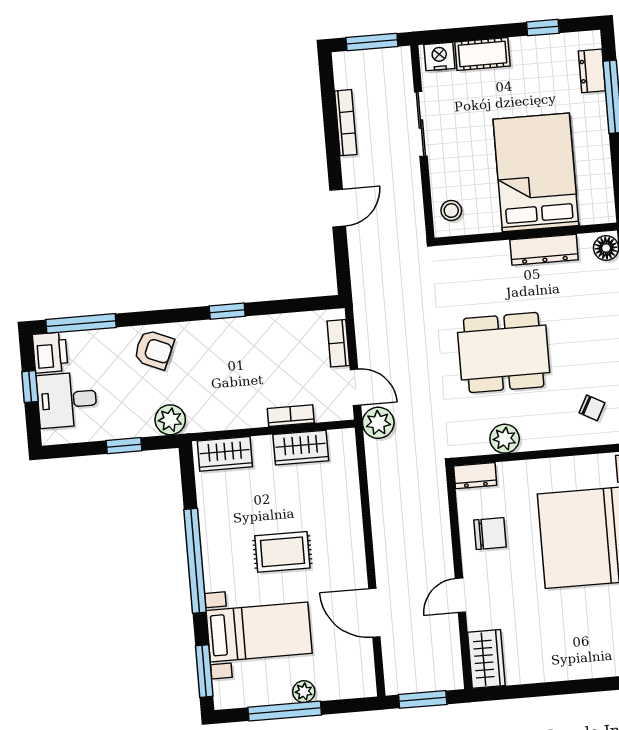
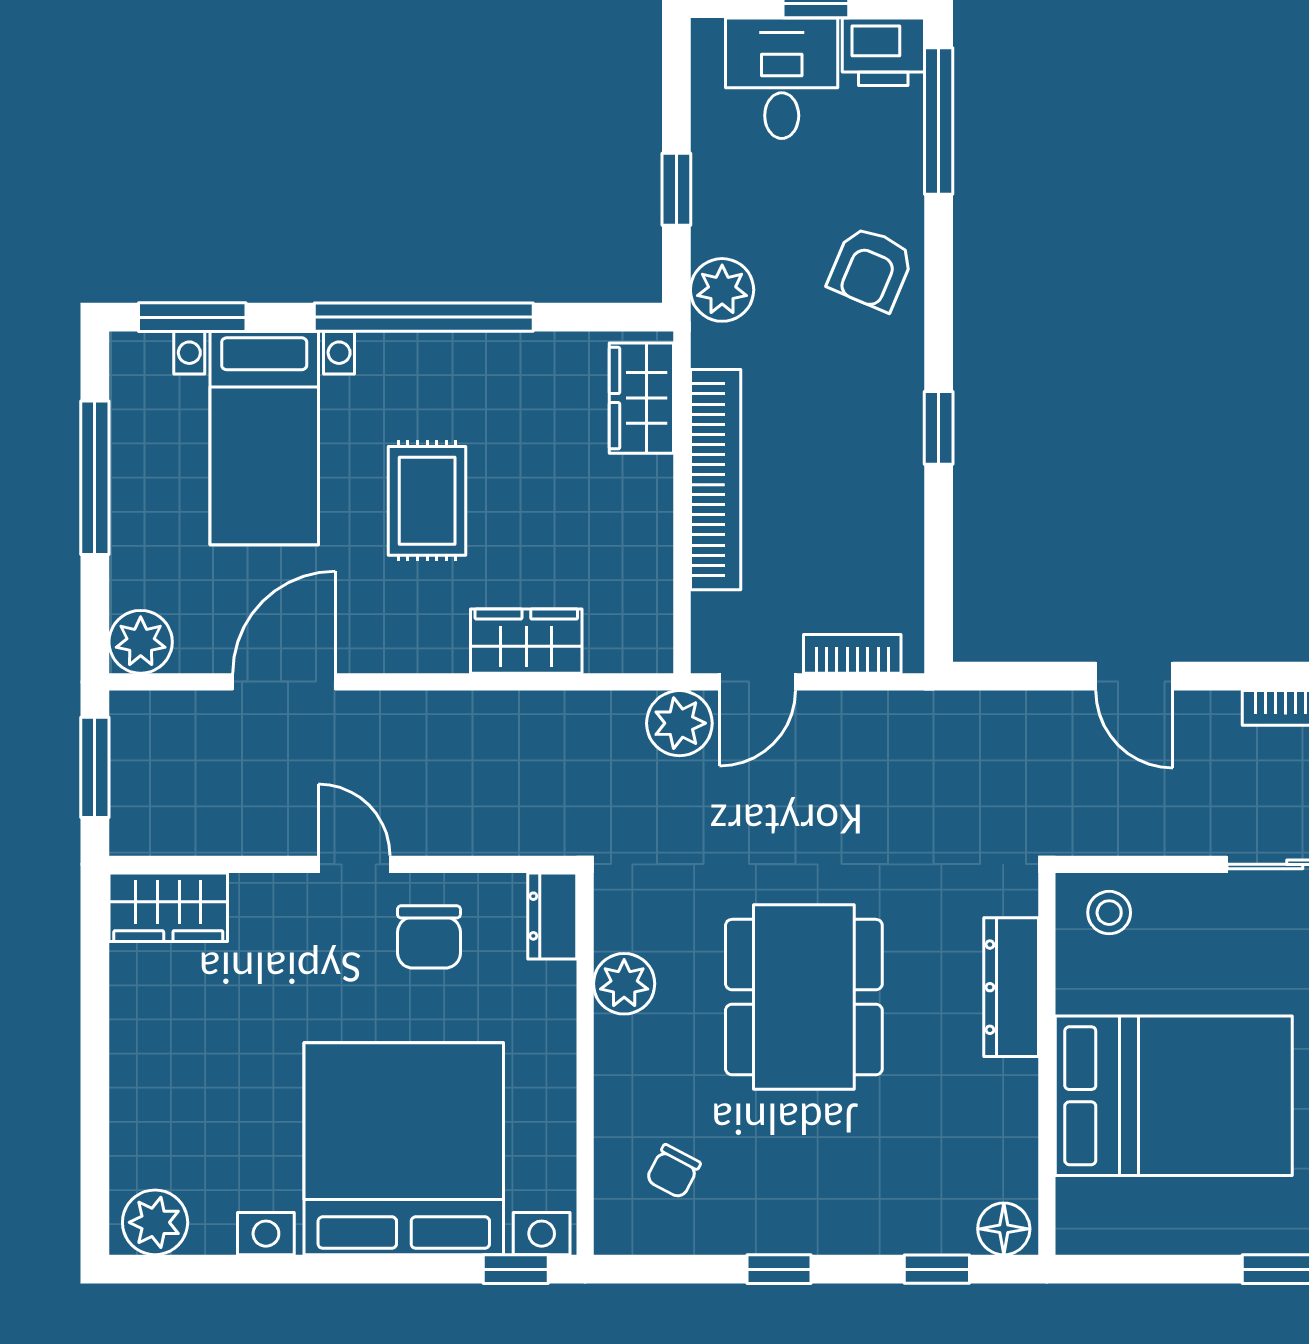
dresser: (544, 250) -> (1011, 987), moved
bookcase: (291, 416) -> (716, 480), width x2.31, depth x1.31
wardrobe: (301, 448) -> (526, 641), moved, turned 90
door: (460, 595) -> (354, 864), moved
plant: (304, 692) -> (141, 642), moved, width x1.38, depth x1.38

